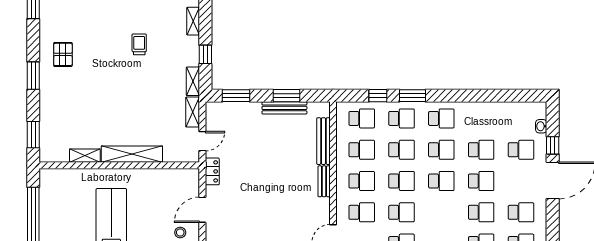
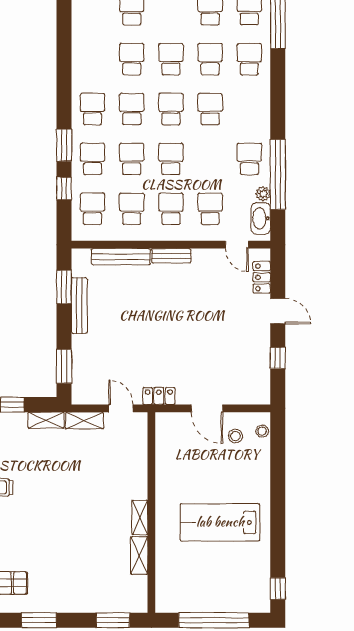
window: (287, 96) -> (64, 287), moved
shelving: (132, 154) -> (140, 518), width x0.45, depth x0.75
school desk: (401, 212) -> (210, 109), moved

